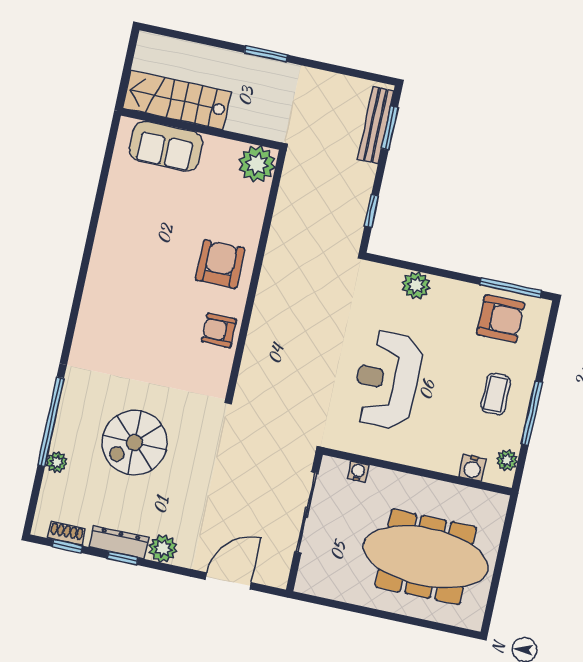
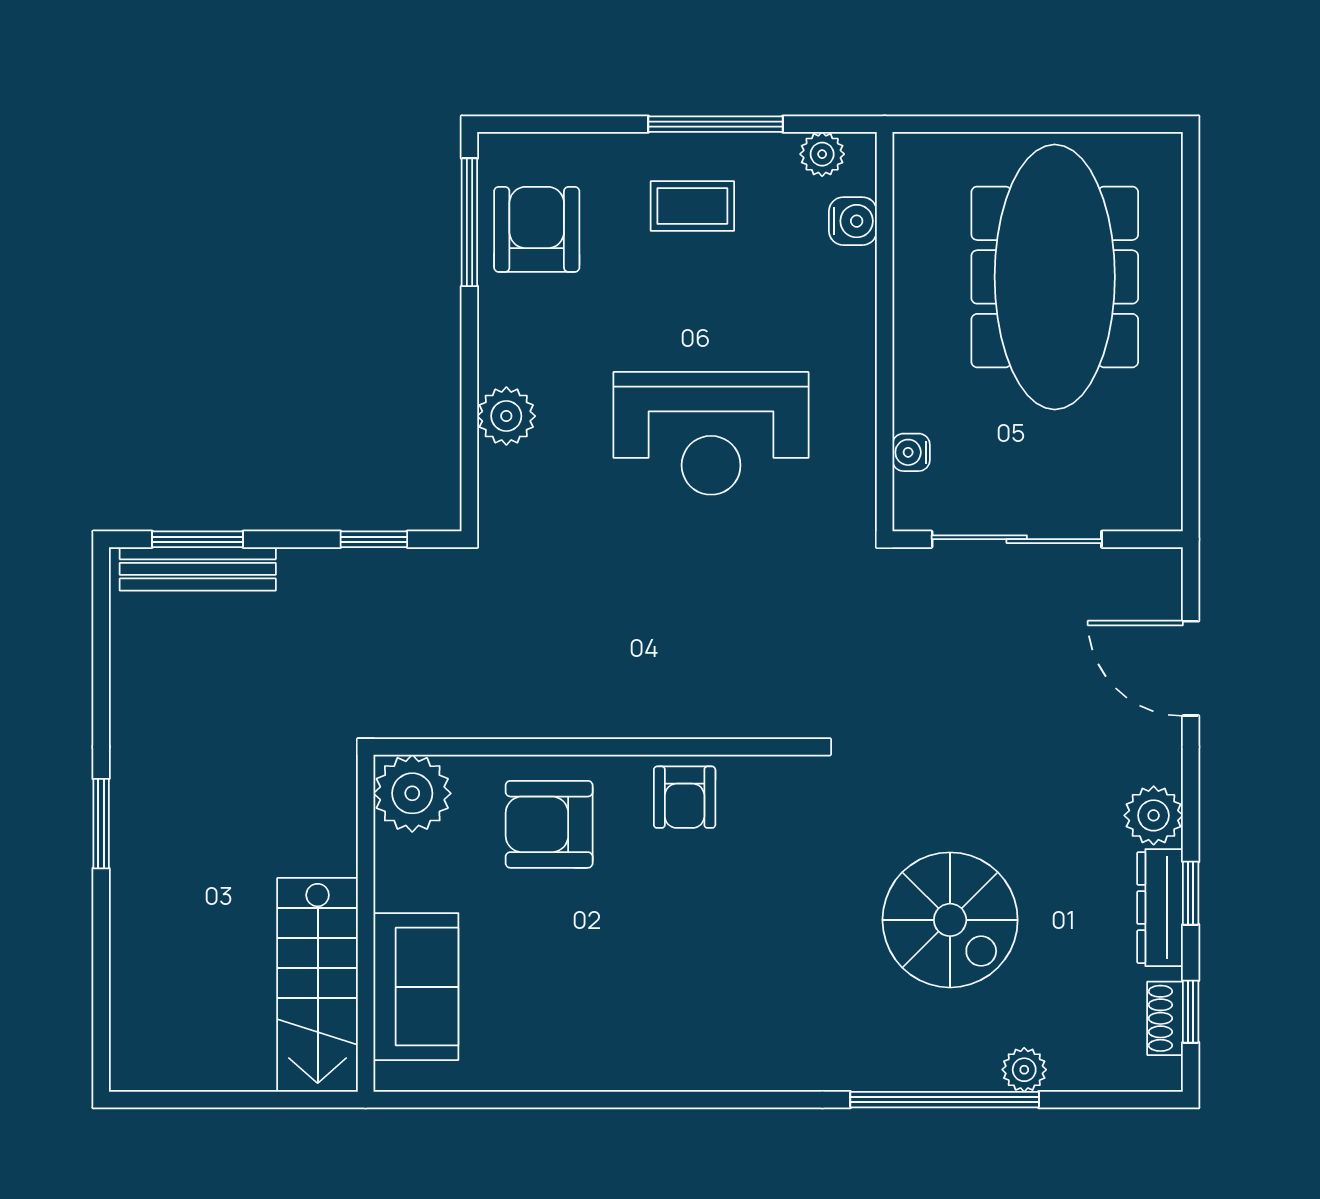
stairs: (177, 100) -> (318, 985), moved
wall: (201, 129) -> (366, 923), moved
sofa: (166, 146) -> (416, 987), moved
plant: (257, 164) -> (412, 793), moved

